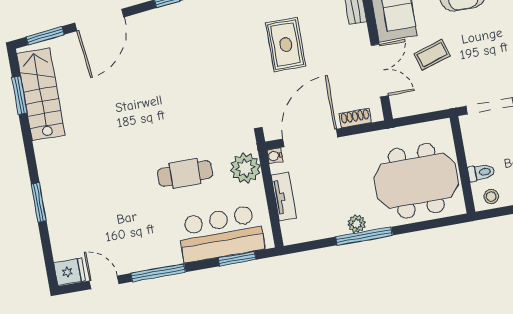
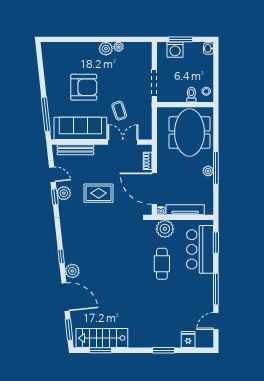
plant: (146, 24) -> (72, 271), added
tv unit: (284, 197) -> (185, 210), width x1.41
fridge: (70, 272) -> (188, 340), moved

